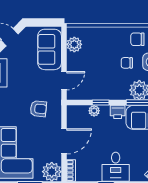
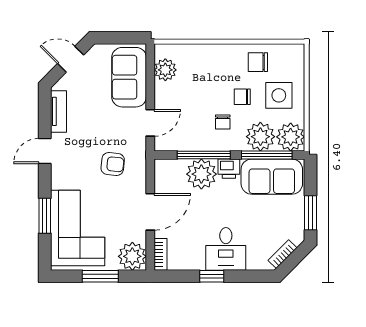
chair: (113, 80) -> (223, 122), added
window: (101, 103) -> (204, 155), width x2.17
plant: (94, 111) -> (201, 174), width x1.88, depth x1.88

